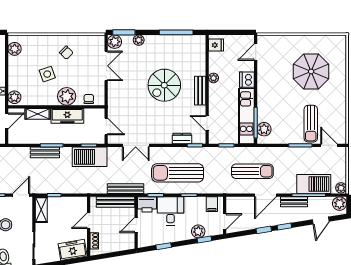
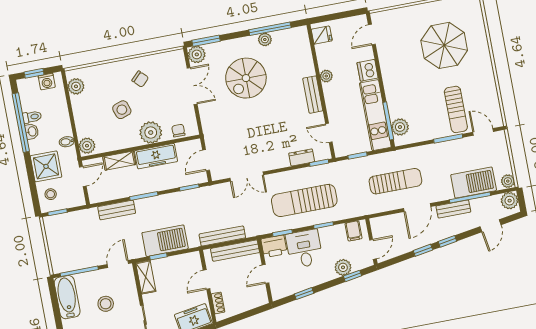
plant: (139, 40) -> (265, 40), moved
spiral stairs: (164, 85) -> (246, 78), moved
door: (106, 126) -> (206, 160), swing flipped
bench: (45, 152) -> (117, 210), moved
barbecue: (90, 157) -> (165, 241), moved, turned 180
bench: (125, 189) -> (222, 236), moved

